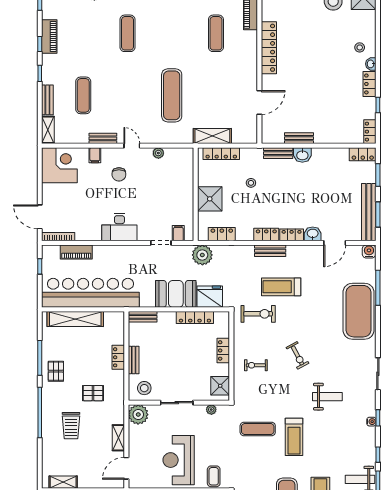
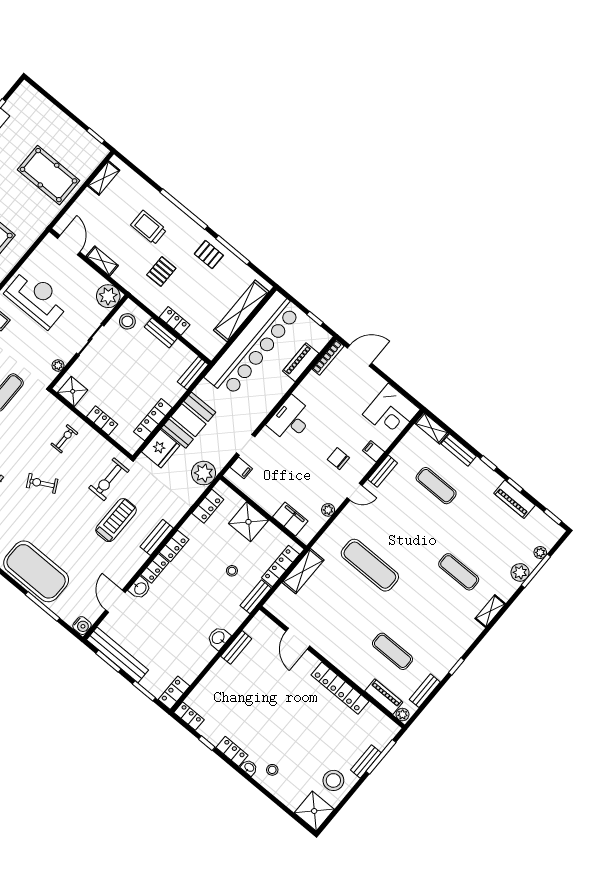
bench: (278, 153) -> (256, 597), moved
filing cabinet: (185, 173) -> (290, 519), added

